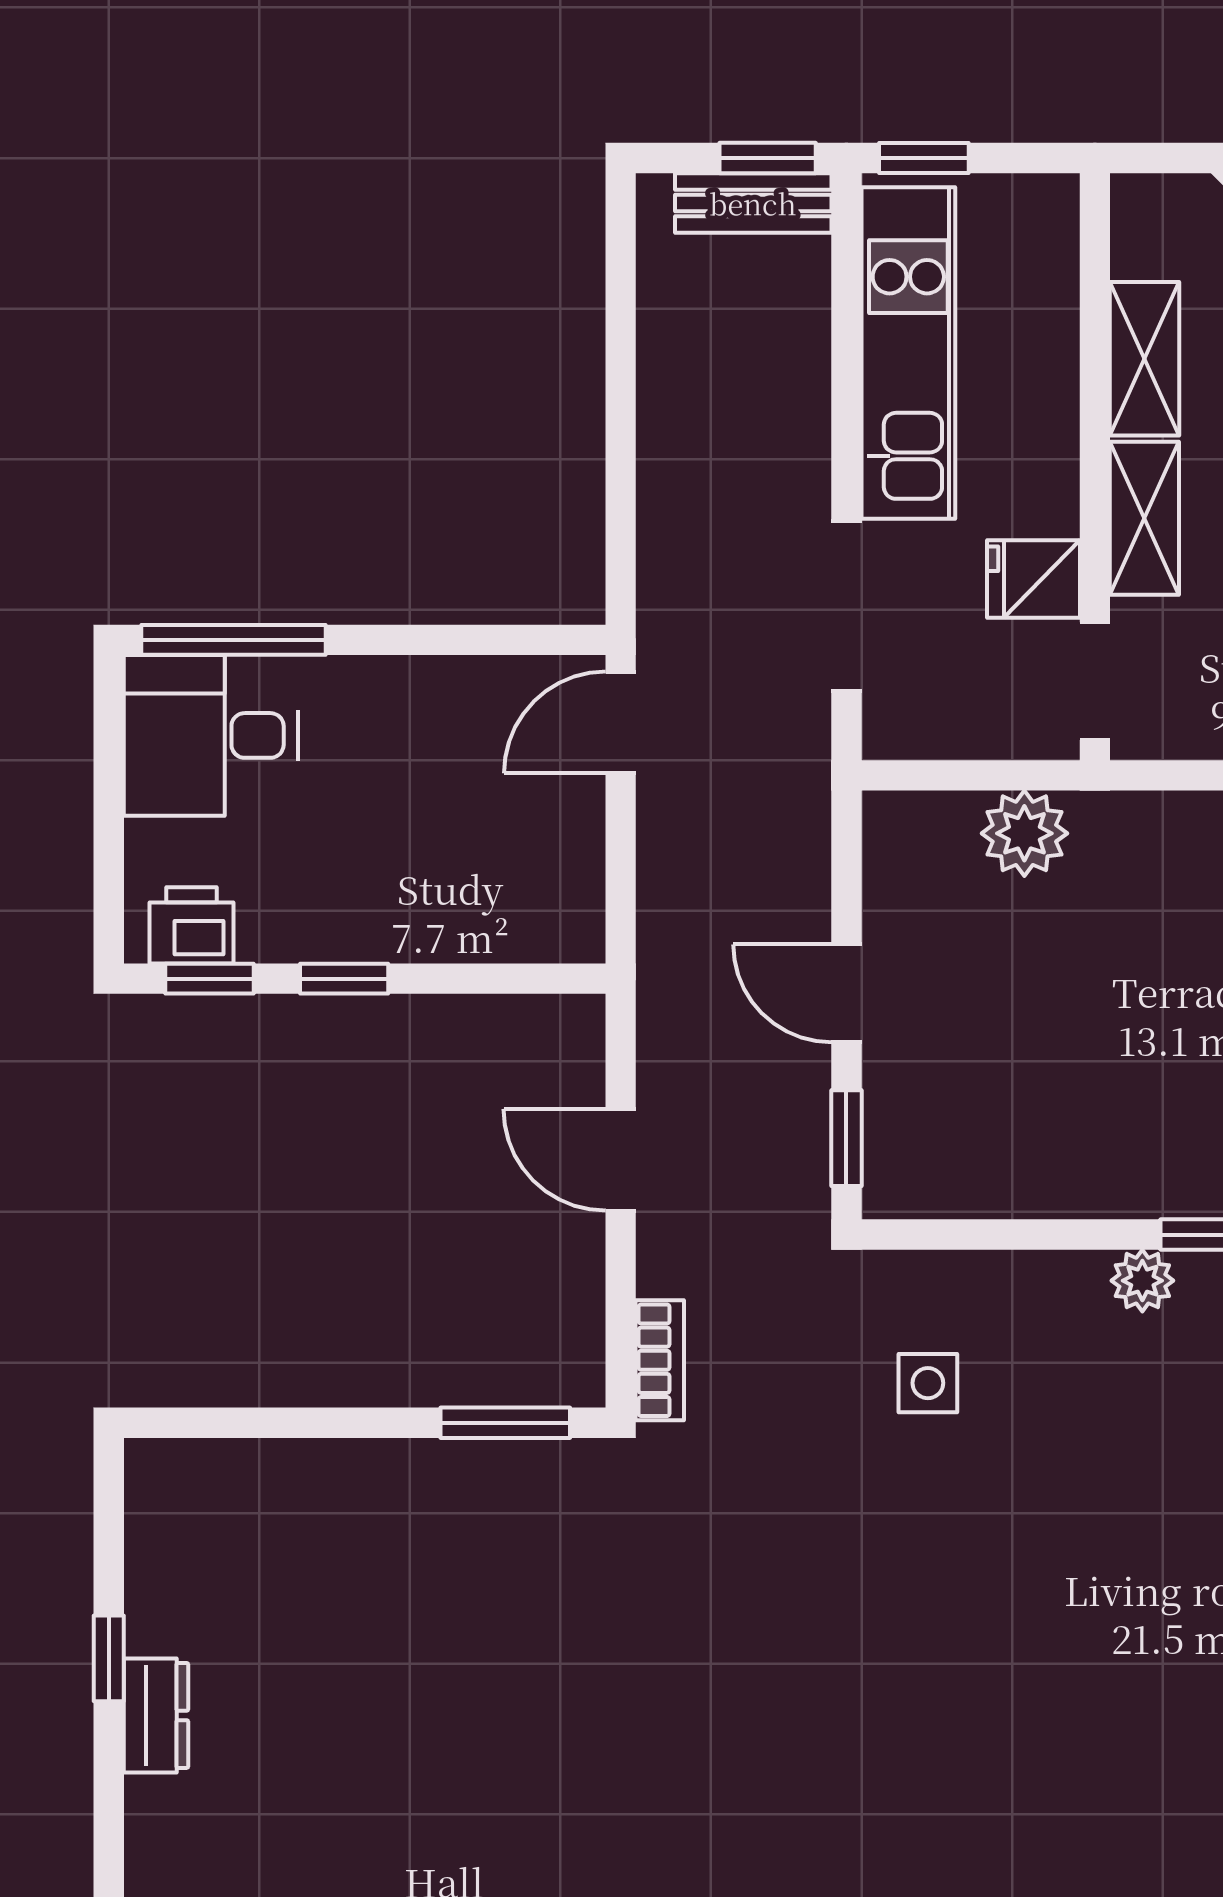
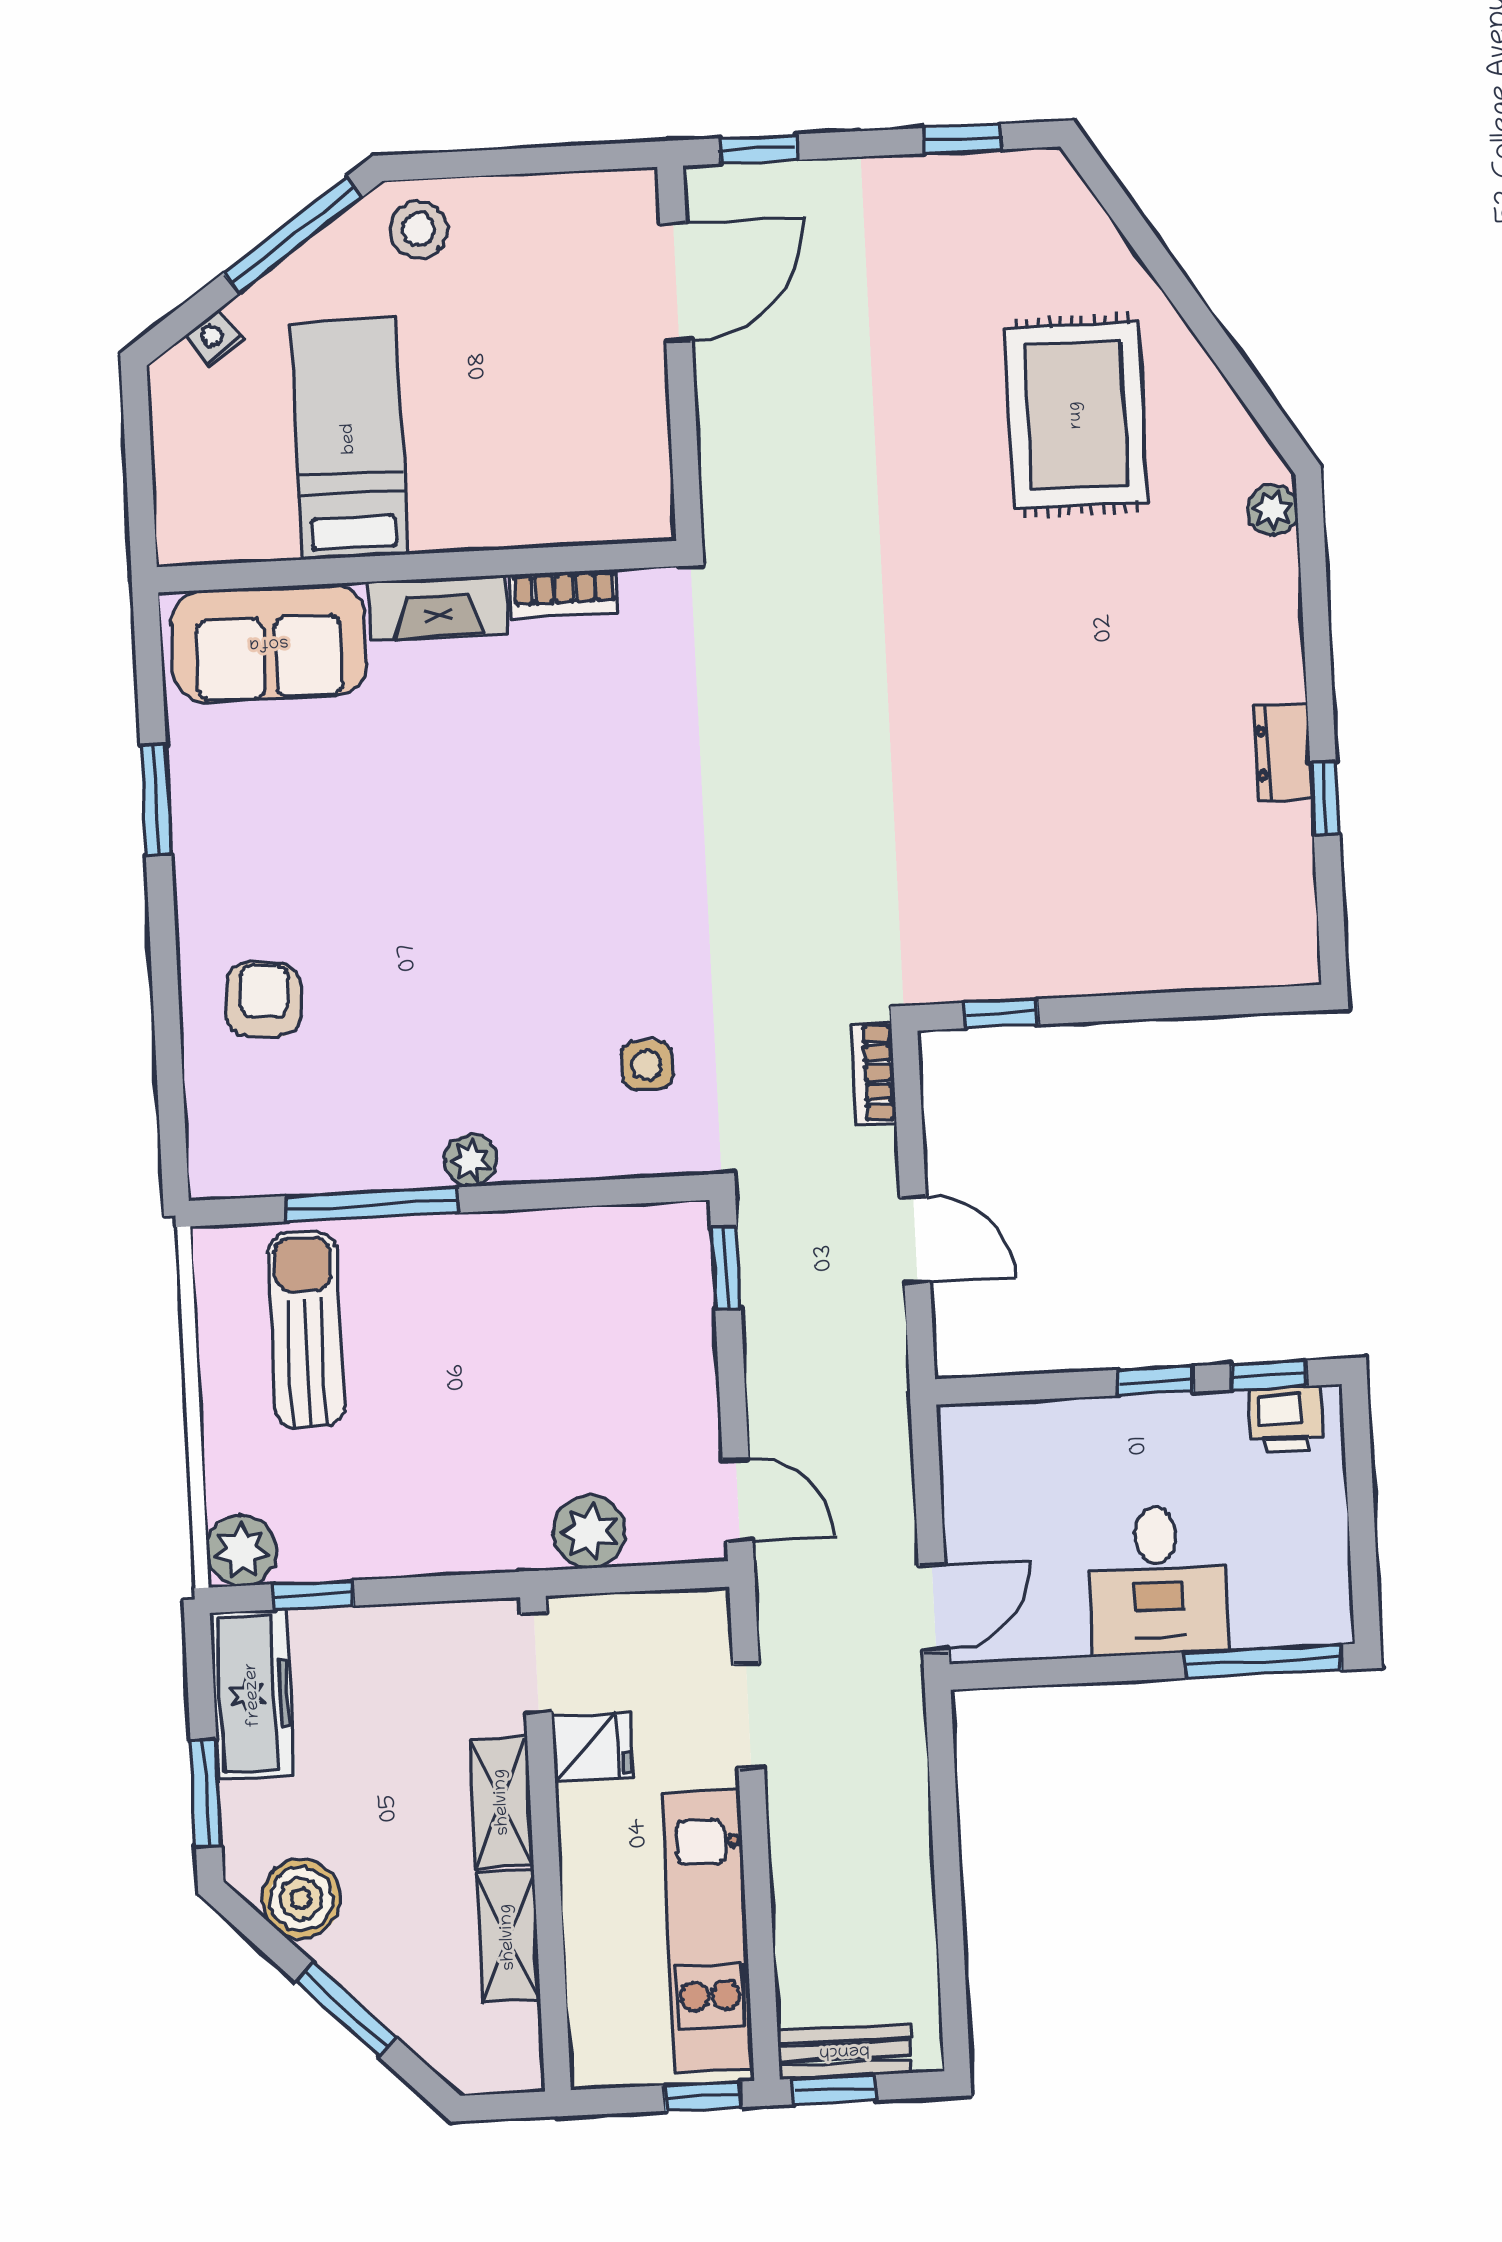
doorway: (846, 606) -> (749, 1716), width x0.73
desk: (211, 735) -> (1158, 1581), moved, turned 90
door: (846, 993) -> (738, 1500), moved
window: (505, 1423) -> (1001, 1014), width x0.67

